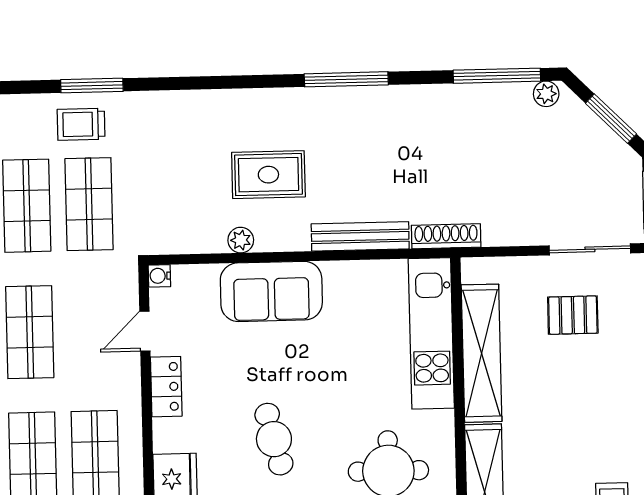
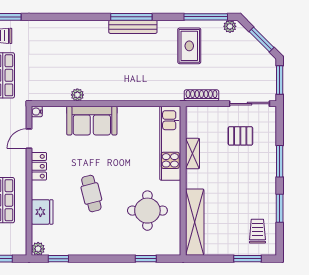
rug: (268, 175) -> (189, 46), moved, turned 90
bench: (360, 236) -> (133, 27), moved
shoe rack: (446, 236) -> (201, 95), moved
shelving: (482, 353) -> (193, 154), width x0.45, depth x0.75

